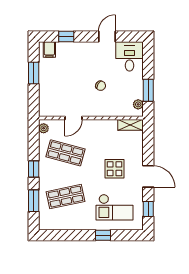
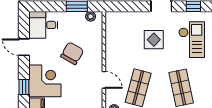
corner desk: (73, 58) -> (45, 81), added
chair: (101, 86) -> (72, 53), width x1.87, depth x1.87
shelving: (130, 125) -> (111, 24), removed

